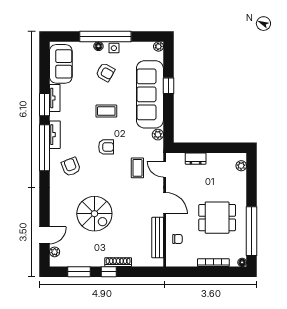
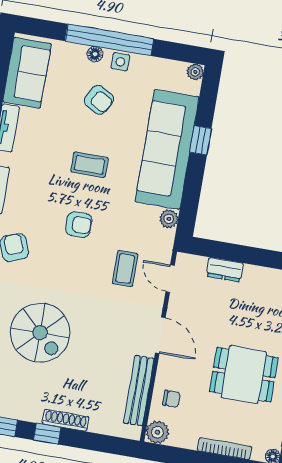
plant: (173, 260) -> (157, 432), added

